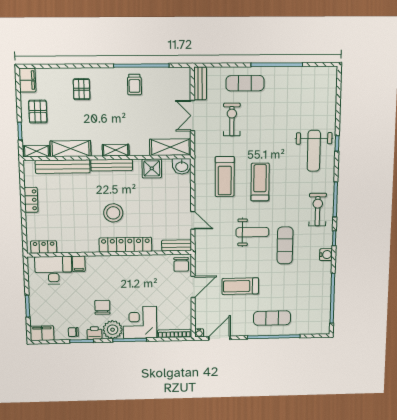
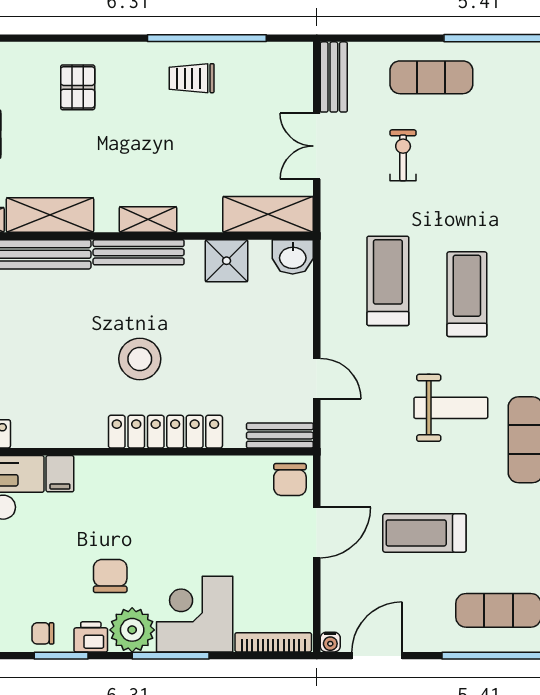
trolley: (134, 85) -> (192, 78), turned 90
exercise bike: (232, 120) -> (403, 155), width x0.73, depth x0.72
treadmill: (225, 177) -> (388, 281), turned 180

